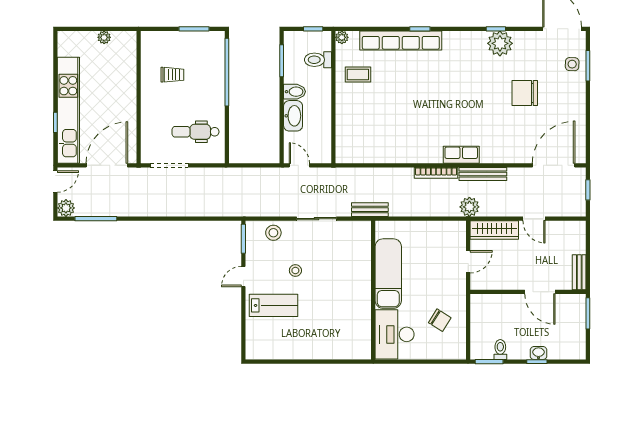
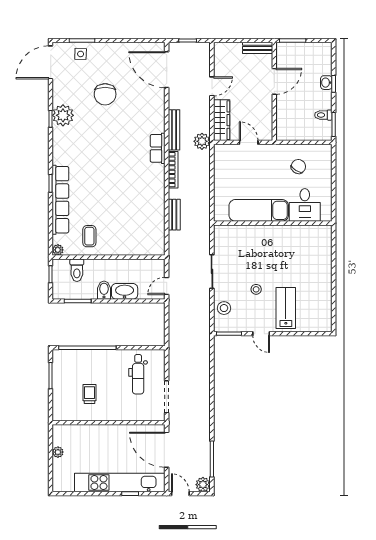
bench: (370, 210) -> (174, 215), moved
desk: (395, 334) -> (305, 205), width x0.73

